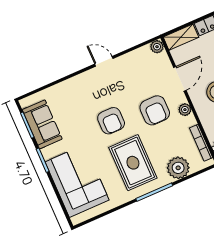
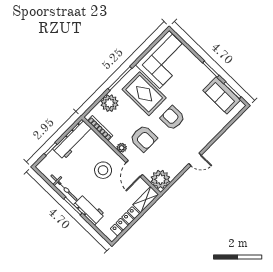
plant: (157, 47) -> (160, 179), width x1.87, depth x1.87
armchair: (155, 110) -> (144, 138), turned 180
corner sofa: (77, 181) -> (164, 59), moved, turned -90

